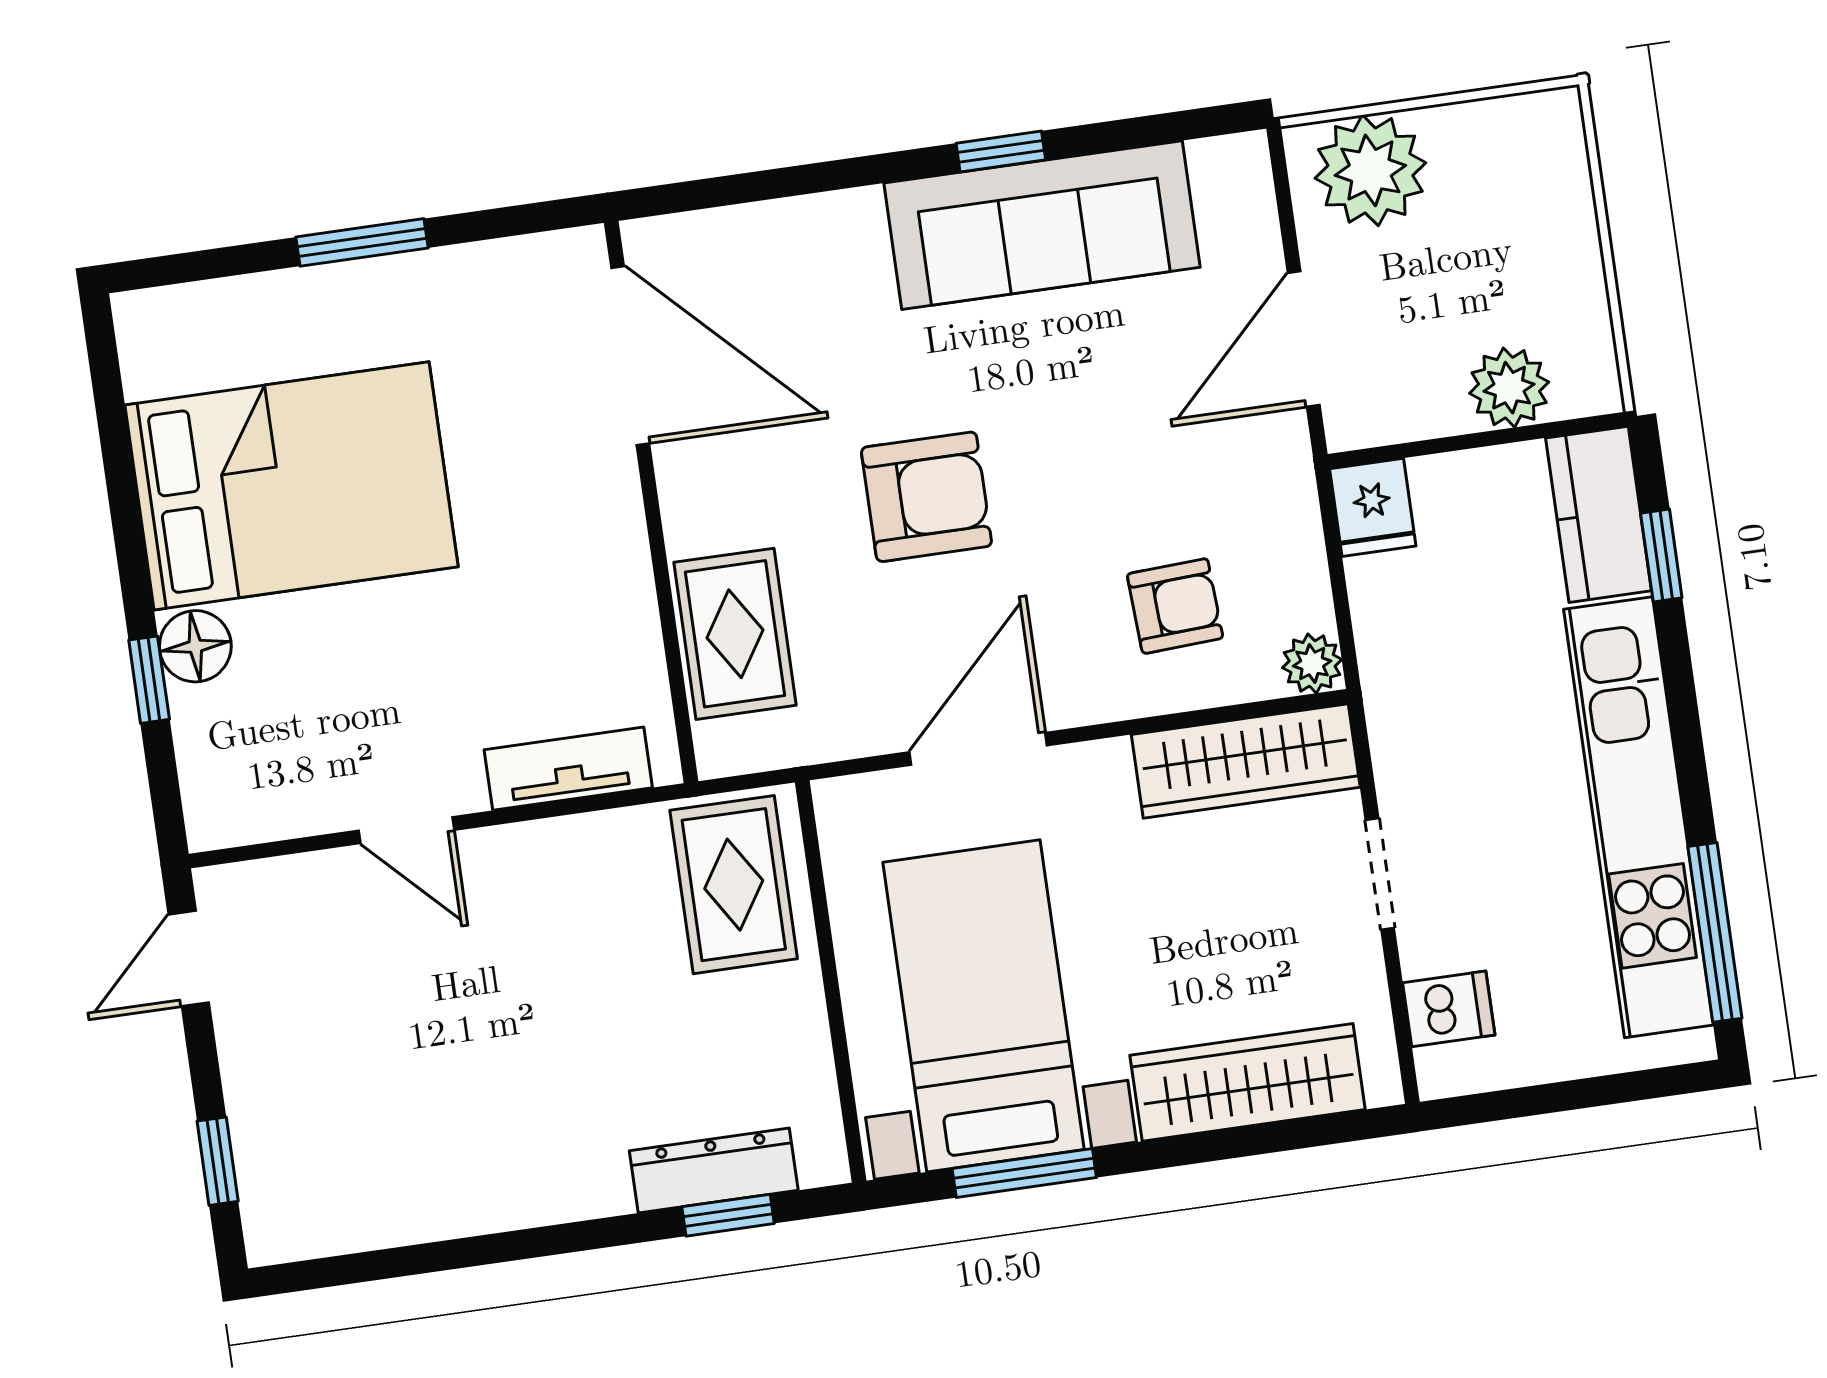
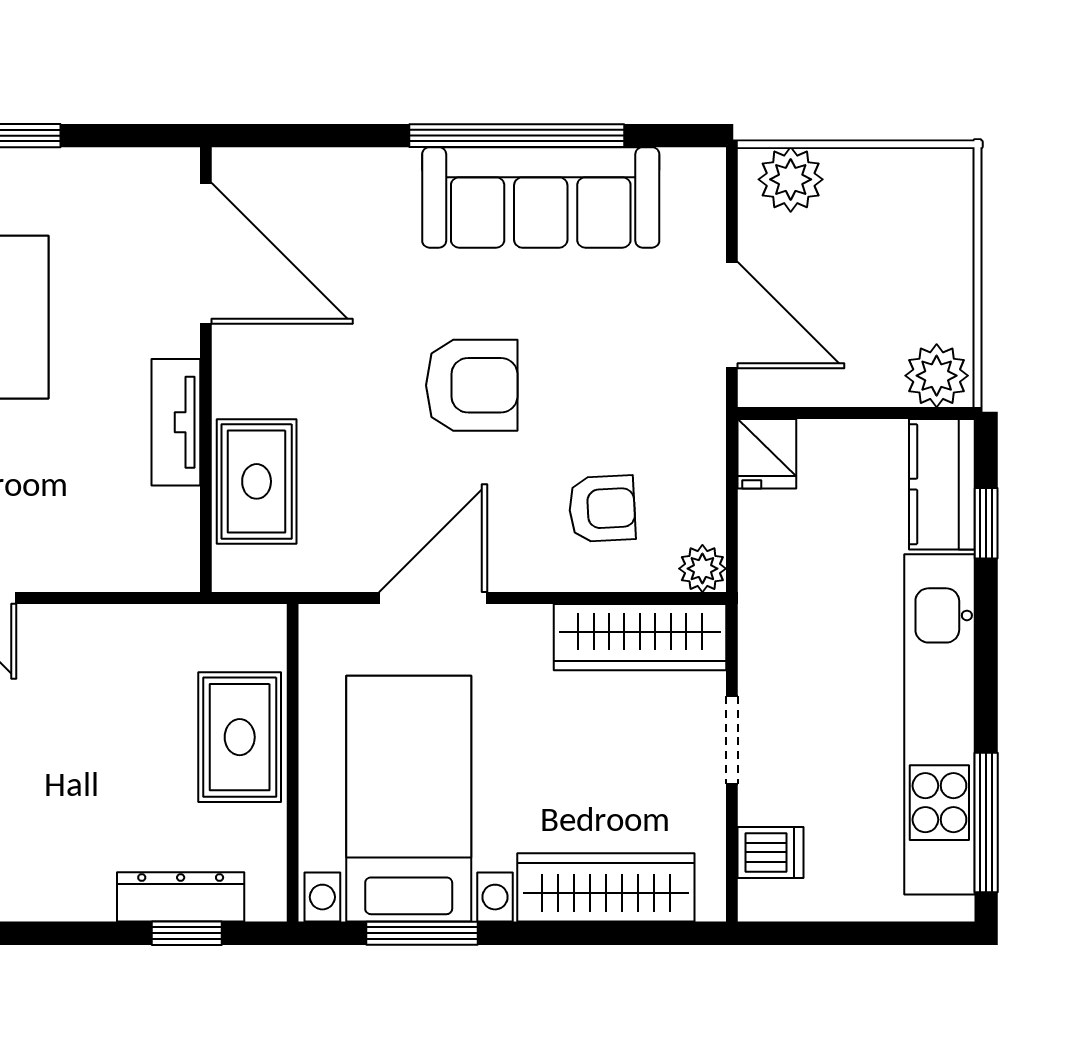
window: (1001, 151) -> (517, 136), width x3.17
plant: (1370, 170) -> (791, 179), width x0.73, depth x0.73
door: (1304, 339) -> (732, 315), swing flipped
plant: (1509, 388) -> (937, 376), moved
armchair: (926, 497) -> (472, 385), moved
tv unit: (568, 769) -> (176, 422), moved, turned -90
rug: (734, 885) -> (240, 737), moved

